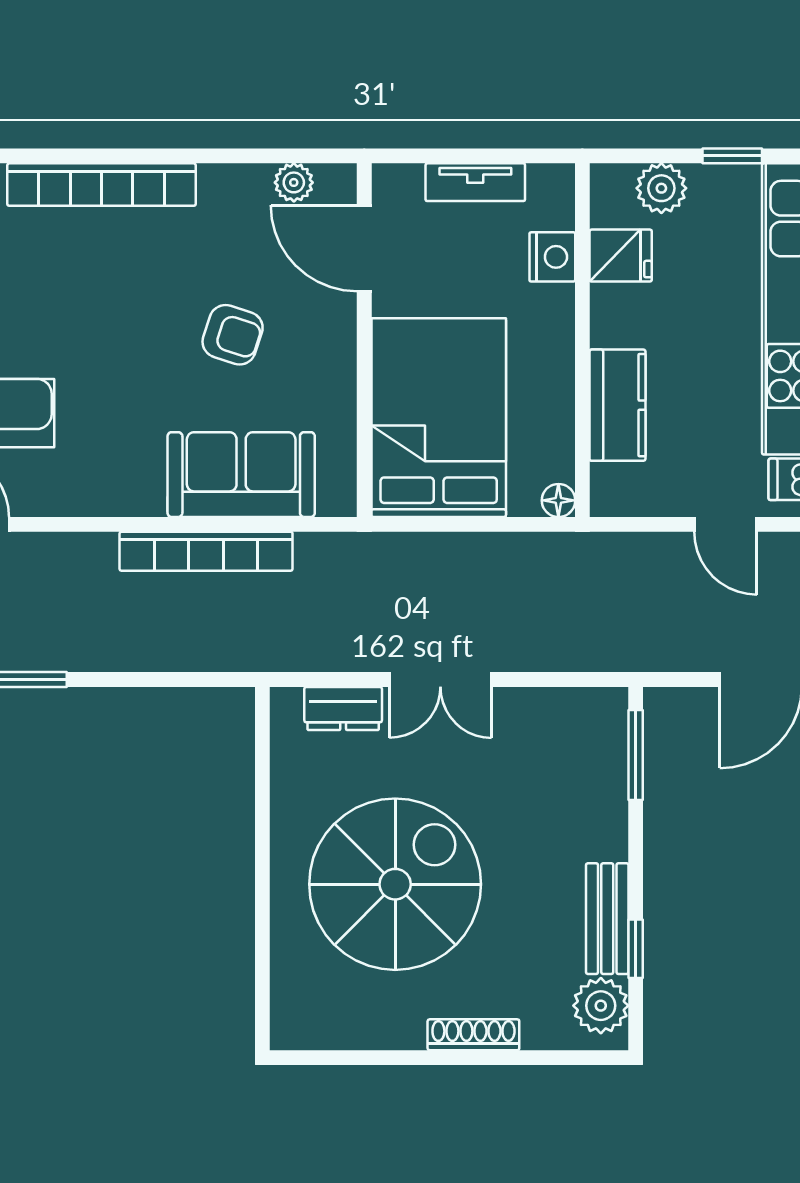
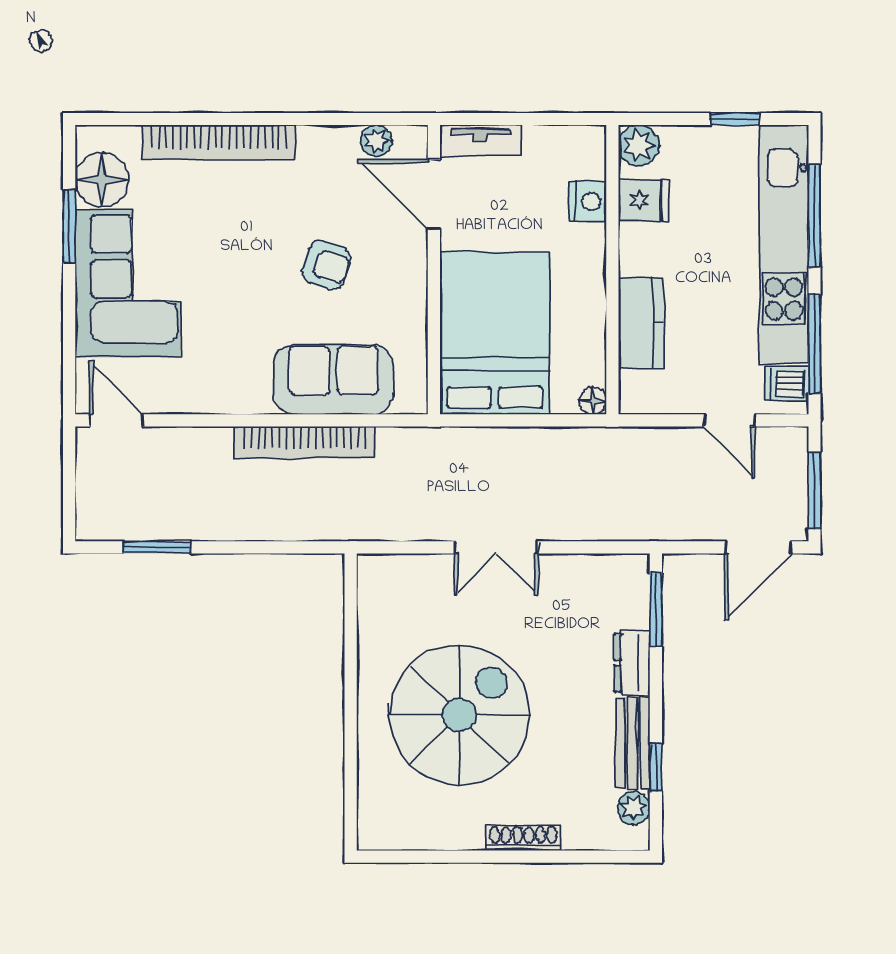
tv unit: (475, 182) -> (480, 141), moved
plant: (661, 188) -> (639, 145), moved
dresser: (343, 708) -> (632, 663), moved, turned 90
plant: (601, 1006) -> (634, 808), width x0.73, depth x0.73

